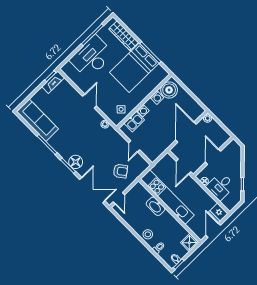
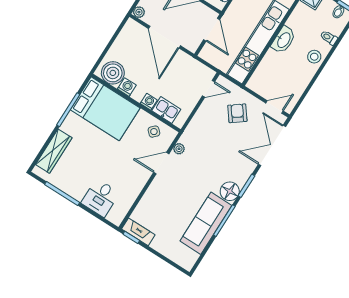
desk: (92, 57) -> (100, 198), width x0.53, depth x0.77
bed: (134, 68) -> (105, 109), moved
door: (90, 101) -> (161, 163), moved
sofa: (37, 120) -> (206, 223), moved
door: (186, 132) -> (164, 37), hinge flipped
door: (134, 146) -> (208, 89), moved
floor lamp: (76, 162) -> (230, 191), moved
door: (183, 167) -> (212, 30), hinge flipped
washbasin: (156, 206) -> (284, 40), moved

